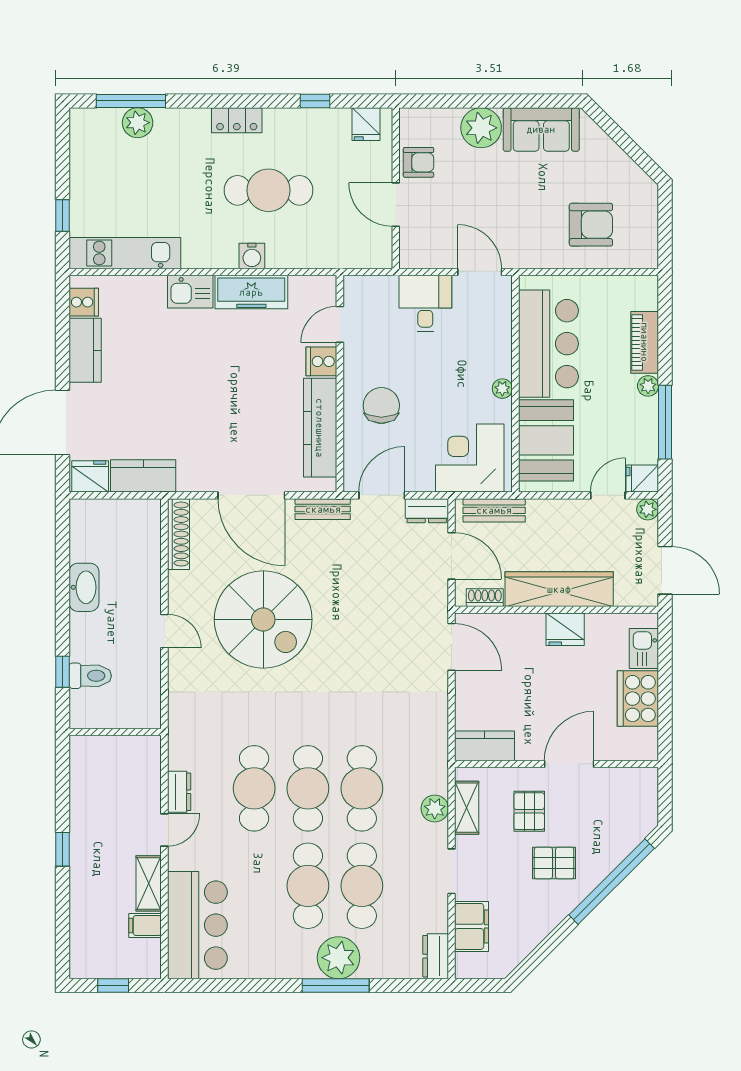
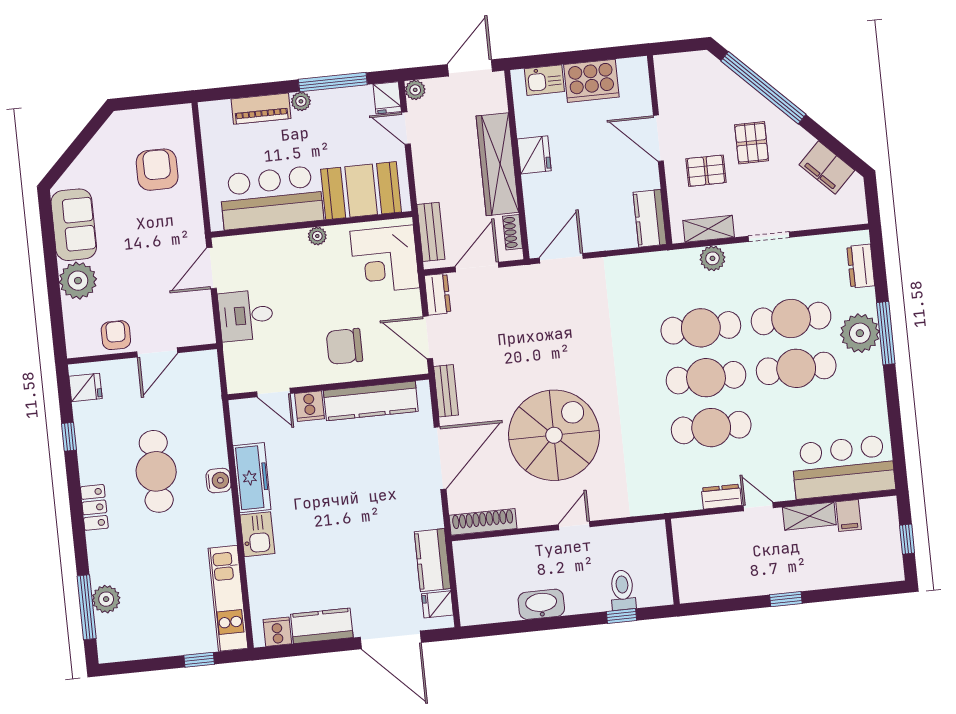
fridge: (90, 476) -> (438, 604), width x0.72
filing cabinet: (472, 926) -> (827, 167), moved, turned -135
dresser: (436, 956) -> (861, 266), moved, turned 90

